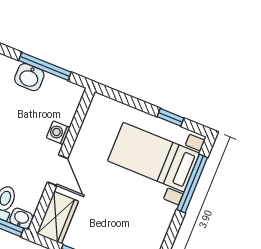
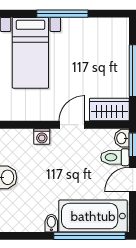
window: (192, 184) -> (62, 14), moved

